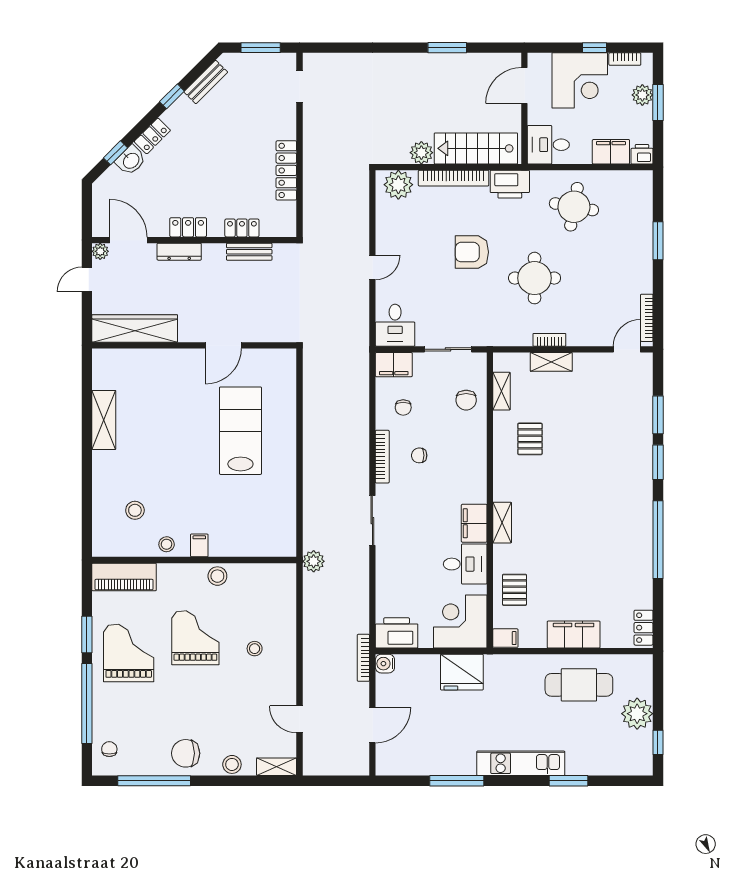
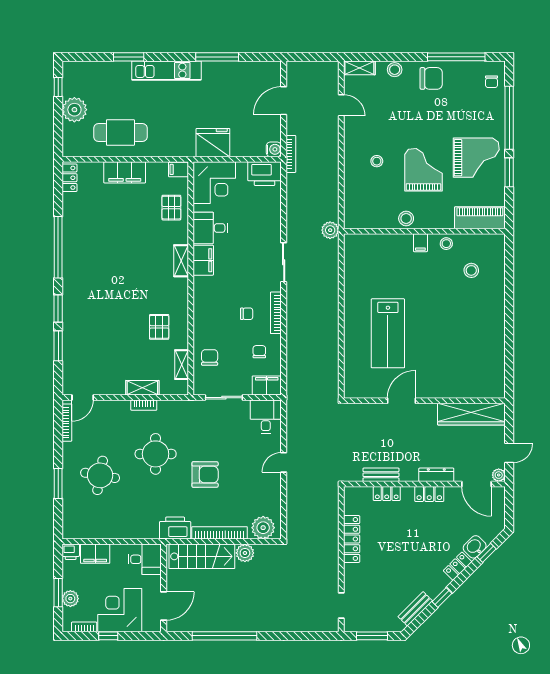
window: (447, 48) -> (225, 636), width x2.11
round table: (574, 207) -> (100, 475), moved
shelving: (104, 420) -> (496, 342), removed
grand piano: (195, 638) -> (423, 170), turned 180
grand piano: (129, 653) -> (476, 158), turned -90

